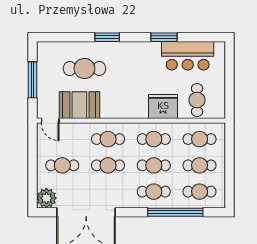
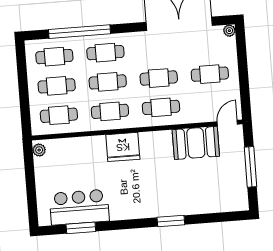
window: (164, 37) -> (81, 228), moved
cafe table: (84, 69) -> (193, 184), removed
cafe table: (197, 100) -> (65, 159), removed
fridge: (163, 106) -> (123, 147), moved
plant: (220, 109) -> (39, 150), added
door: (50, 121) -> (227, 123), hinge flipped
plant: (46, 198) -> (229, 31), width x0.53, depth x0.53

